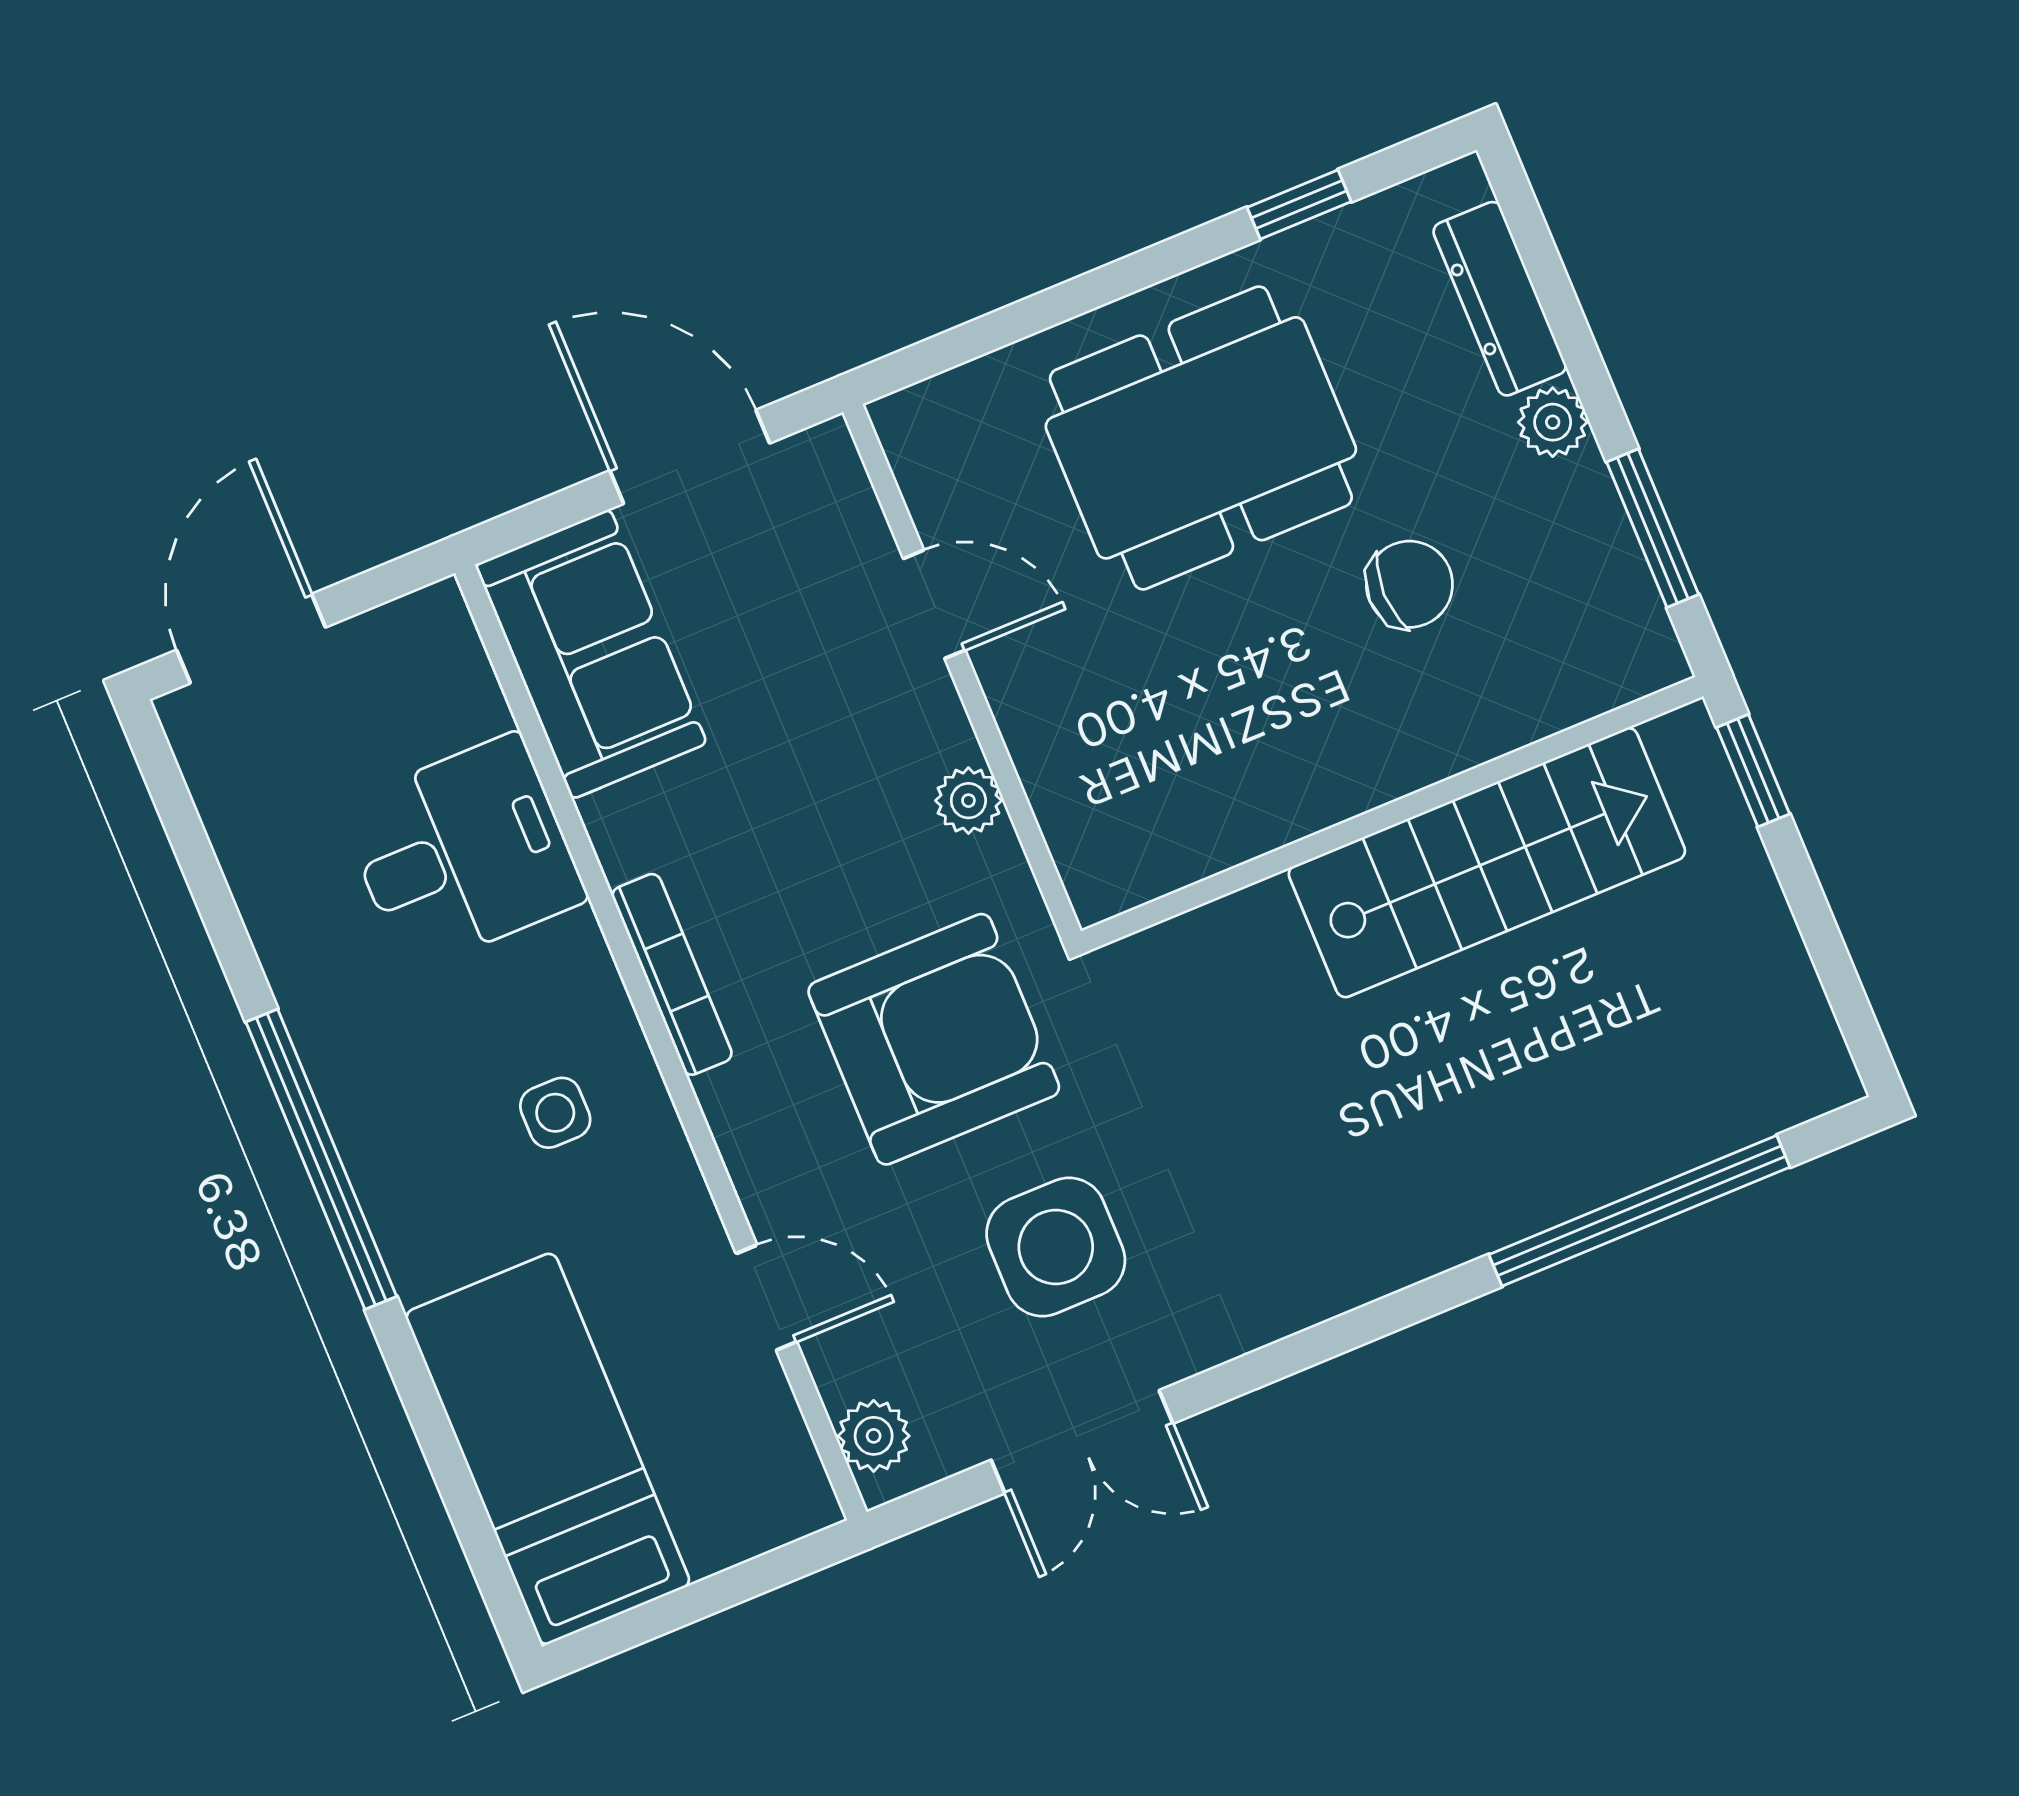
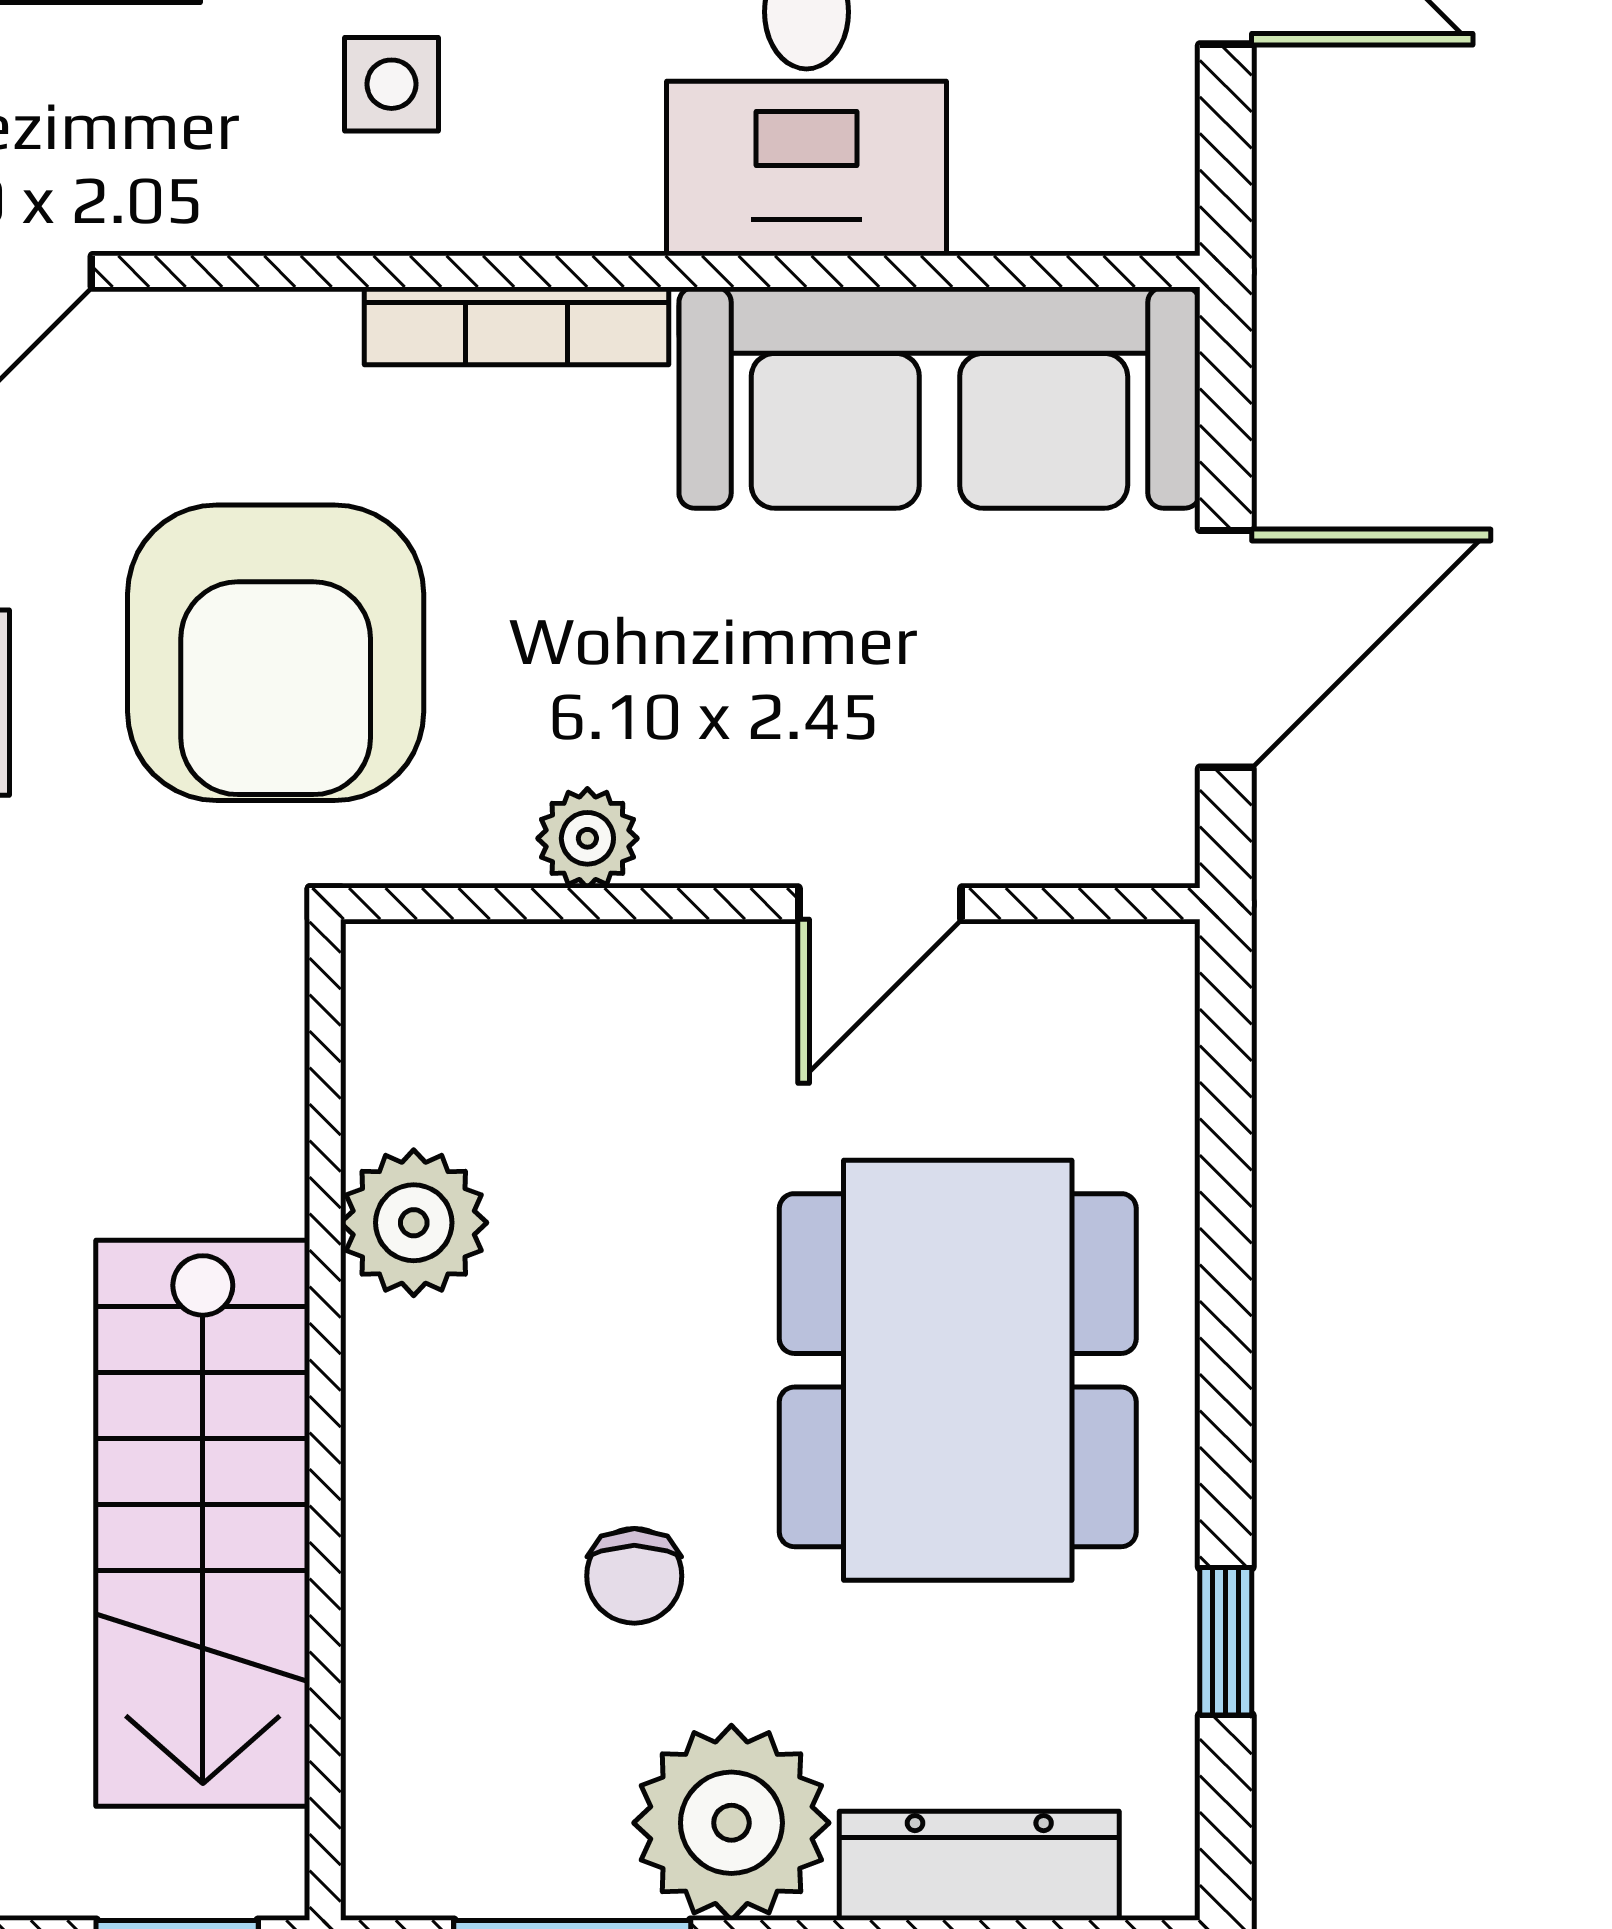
plant: (1553, 422) -> (731, 1823), width x1.87, depth x1.87
chair: (1409, 584) -> (634, 1576), width x0.73, depth x0.73
sofa: (591, 654) -> (939, 398), width x1.36
plant: (1249, 809) -> (414, 1223), added

